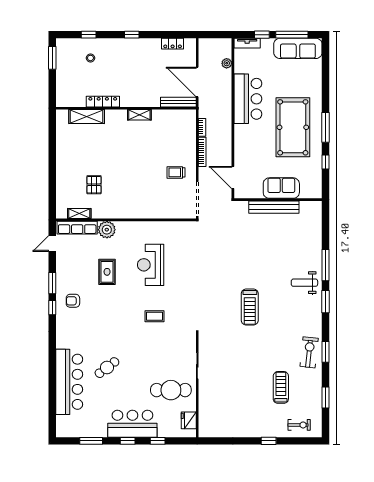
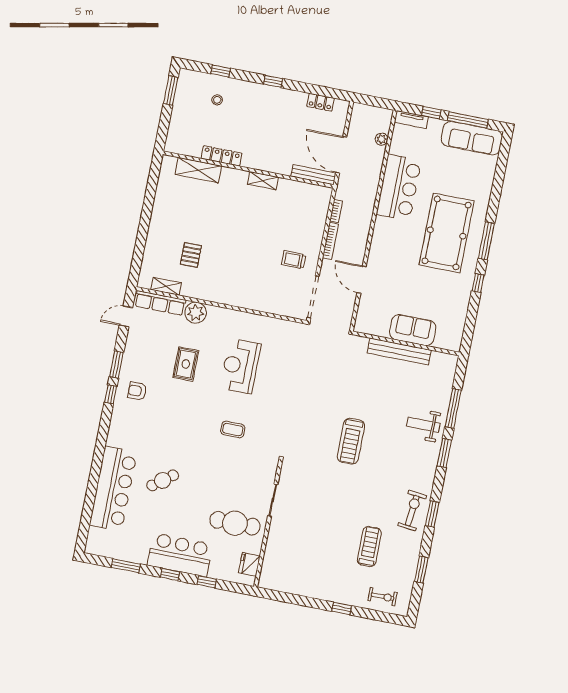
sofa: (281, 188) -> (413, 330), moved
wall: (278, 200) -> (406, 343), moved
bench: (274, 207) -> (399, 351), moved

